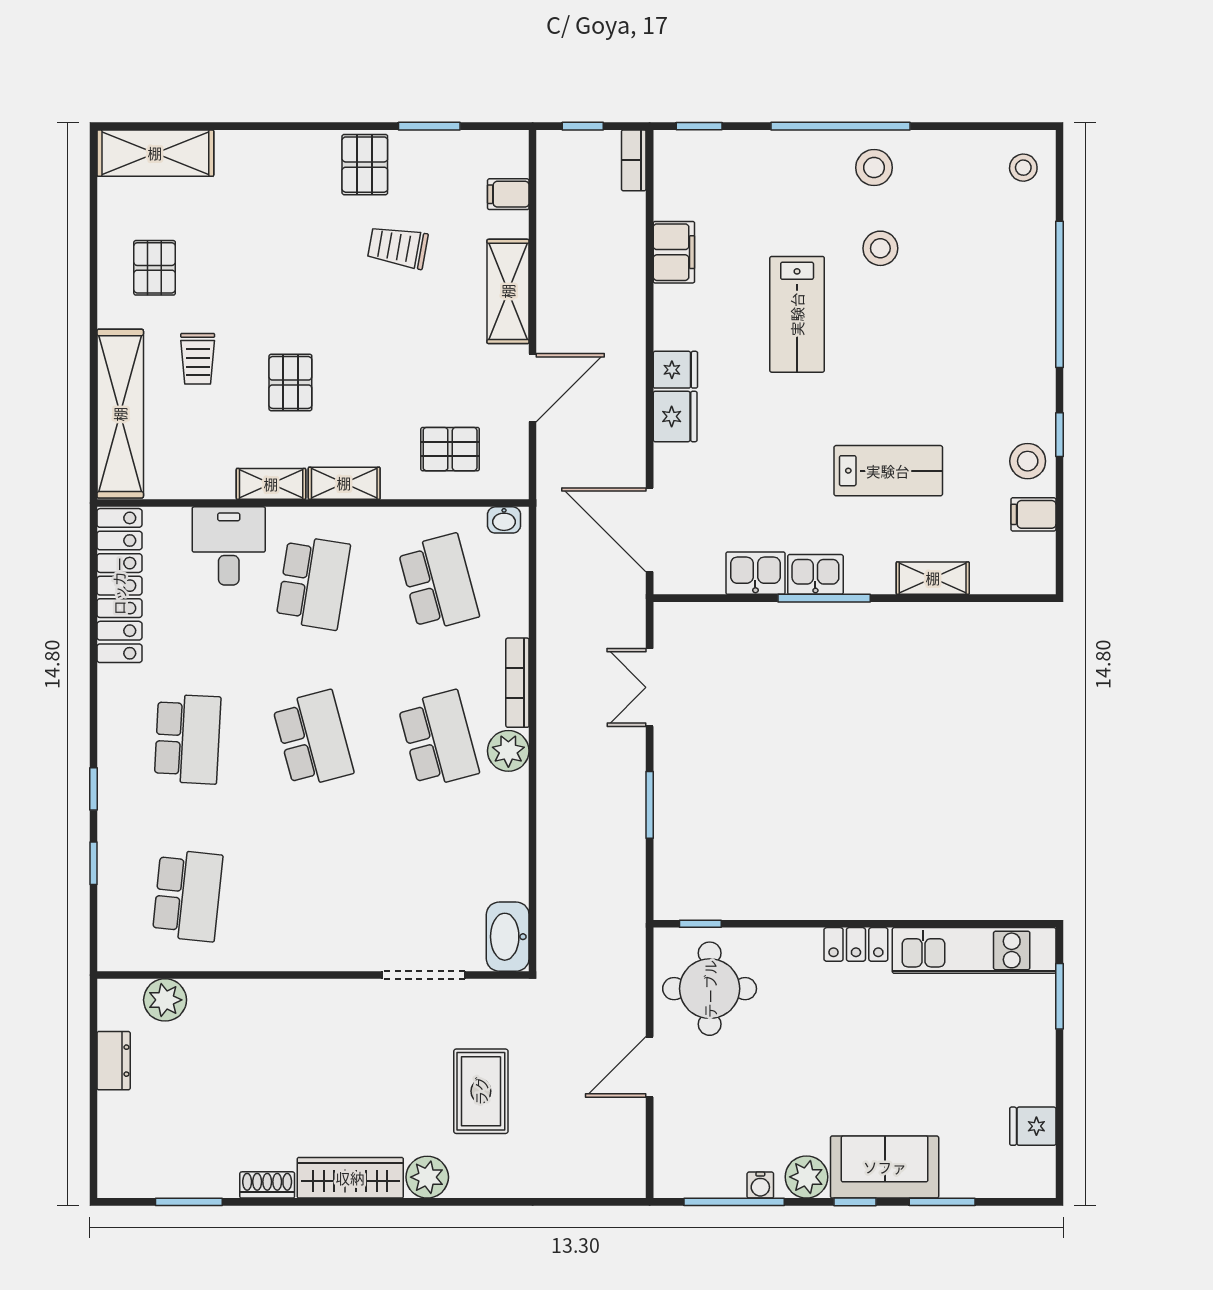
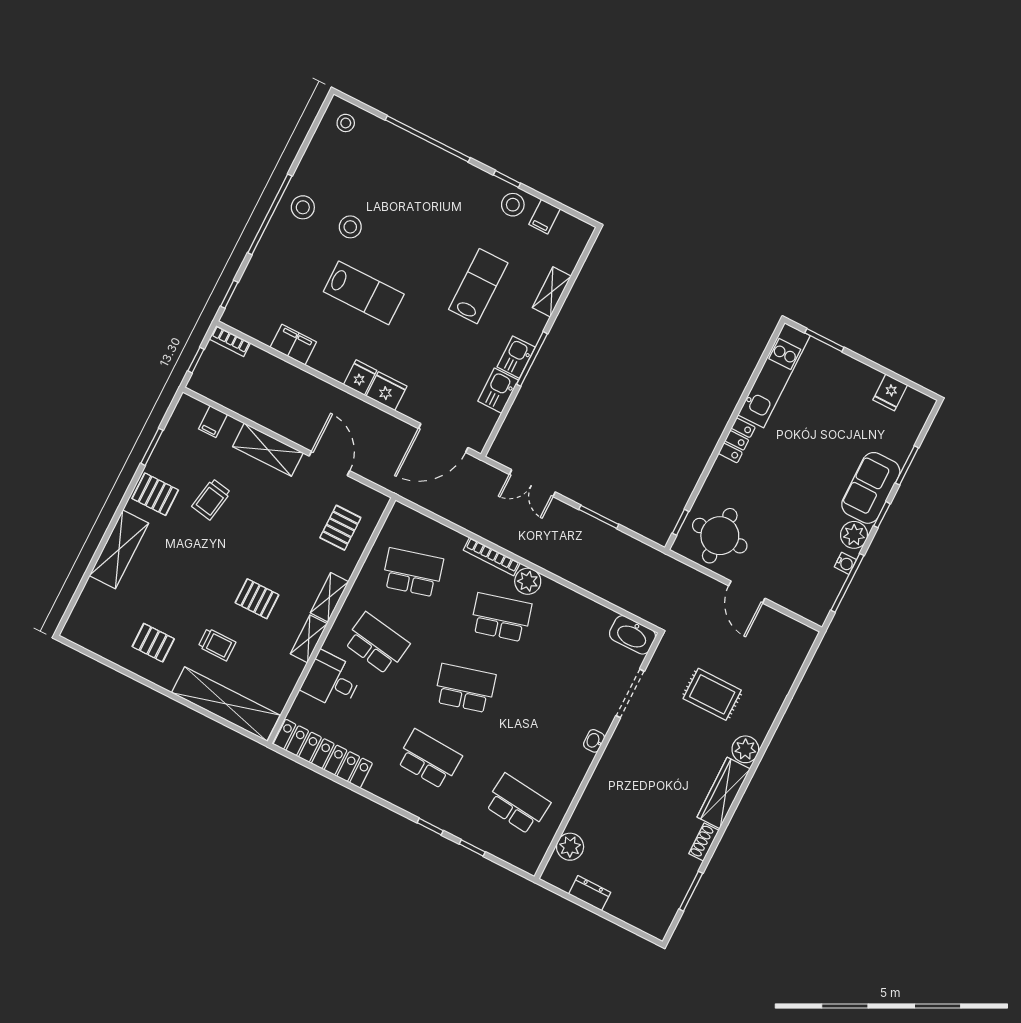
shelving: (155, 153) -> (119, 549), moved
washbasin: (504, 520) -> (594, 741), moved, turned 180

